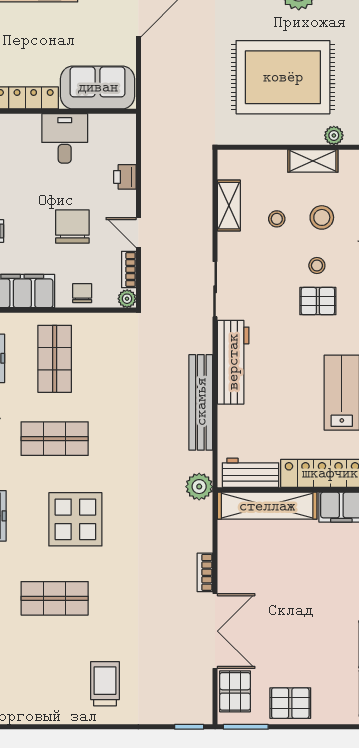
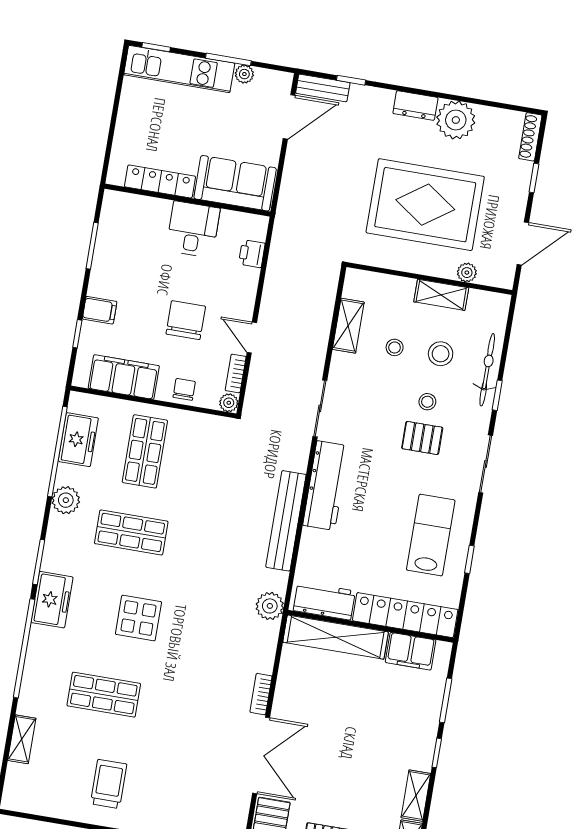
printer: (125, 177) -> (252, 254), moved
display table: (75, 519) -> (138, 618), width x0.73, depth x0.73
trolley: (105, 684) -> (109, 784), moved

